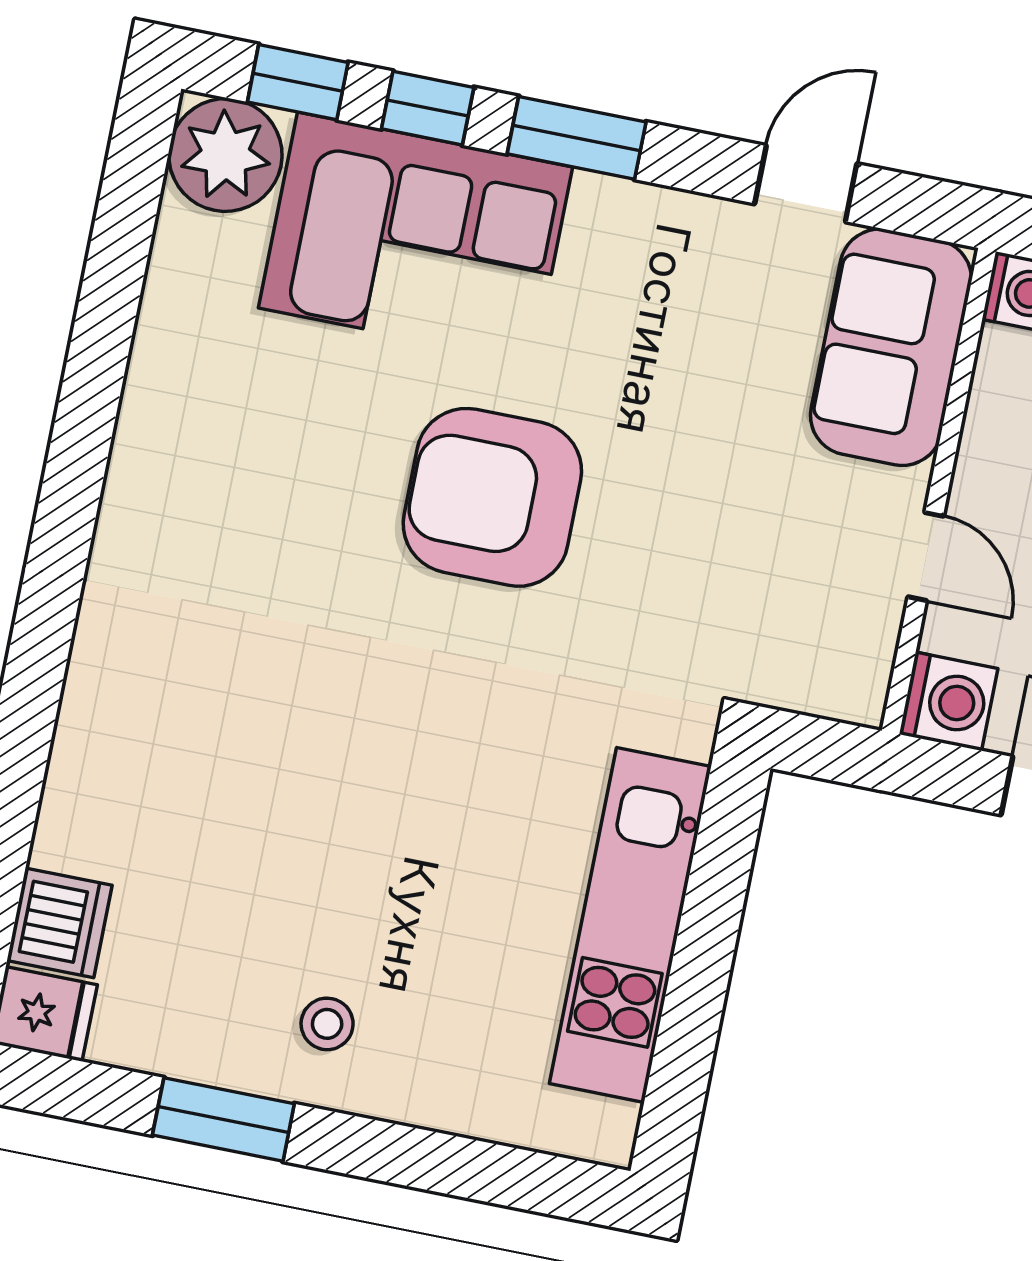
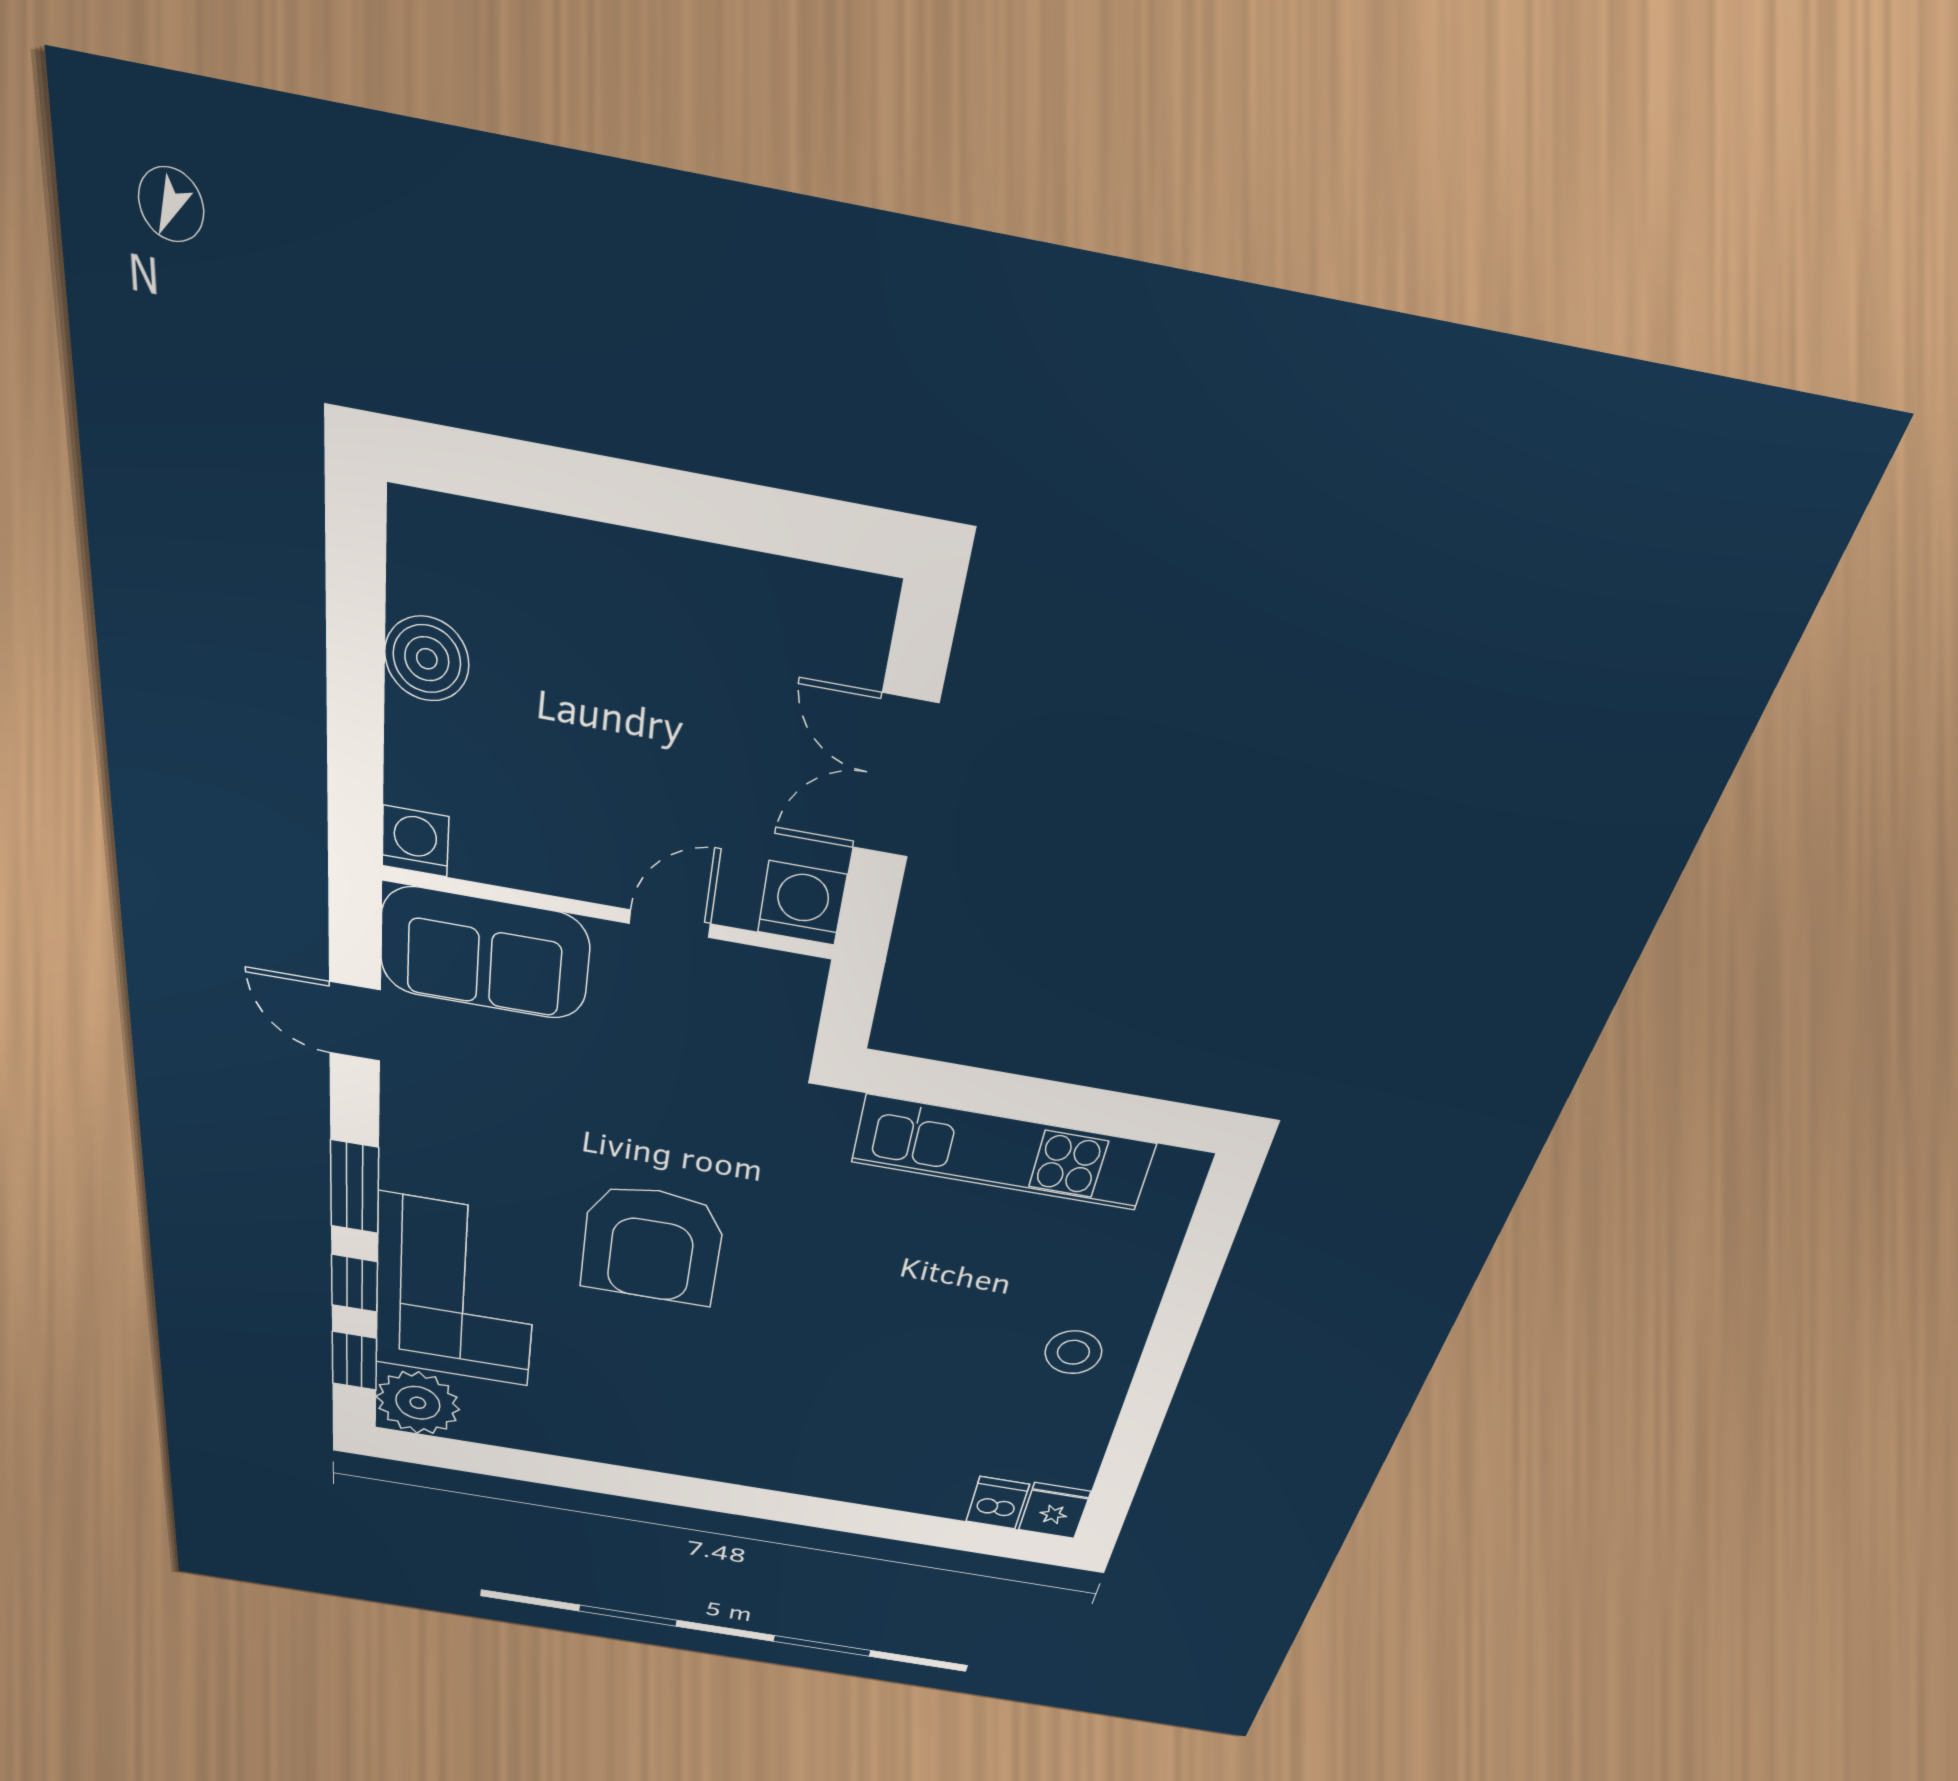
dishwasher: (59, 923) -> (998, 1503), width x0.73
stool: (327, 1024) -> (1073, 1352), width x1.37, depth x1.37
window: (223, 1119) -> (1143, 1414), removed

